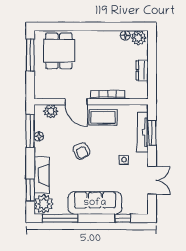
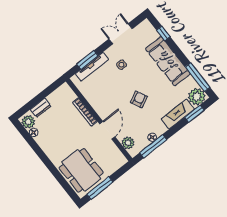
dining table: (59, 51) -> (81, 170), width x1.38
dresser: (142, 70) -> (41, 108), moved
coffee table: (103, 117) -> (103, 103), removed

